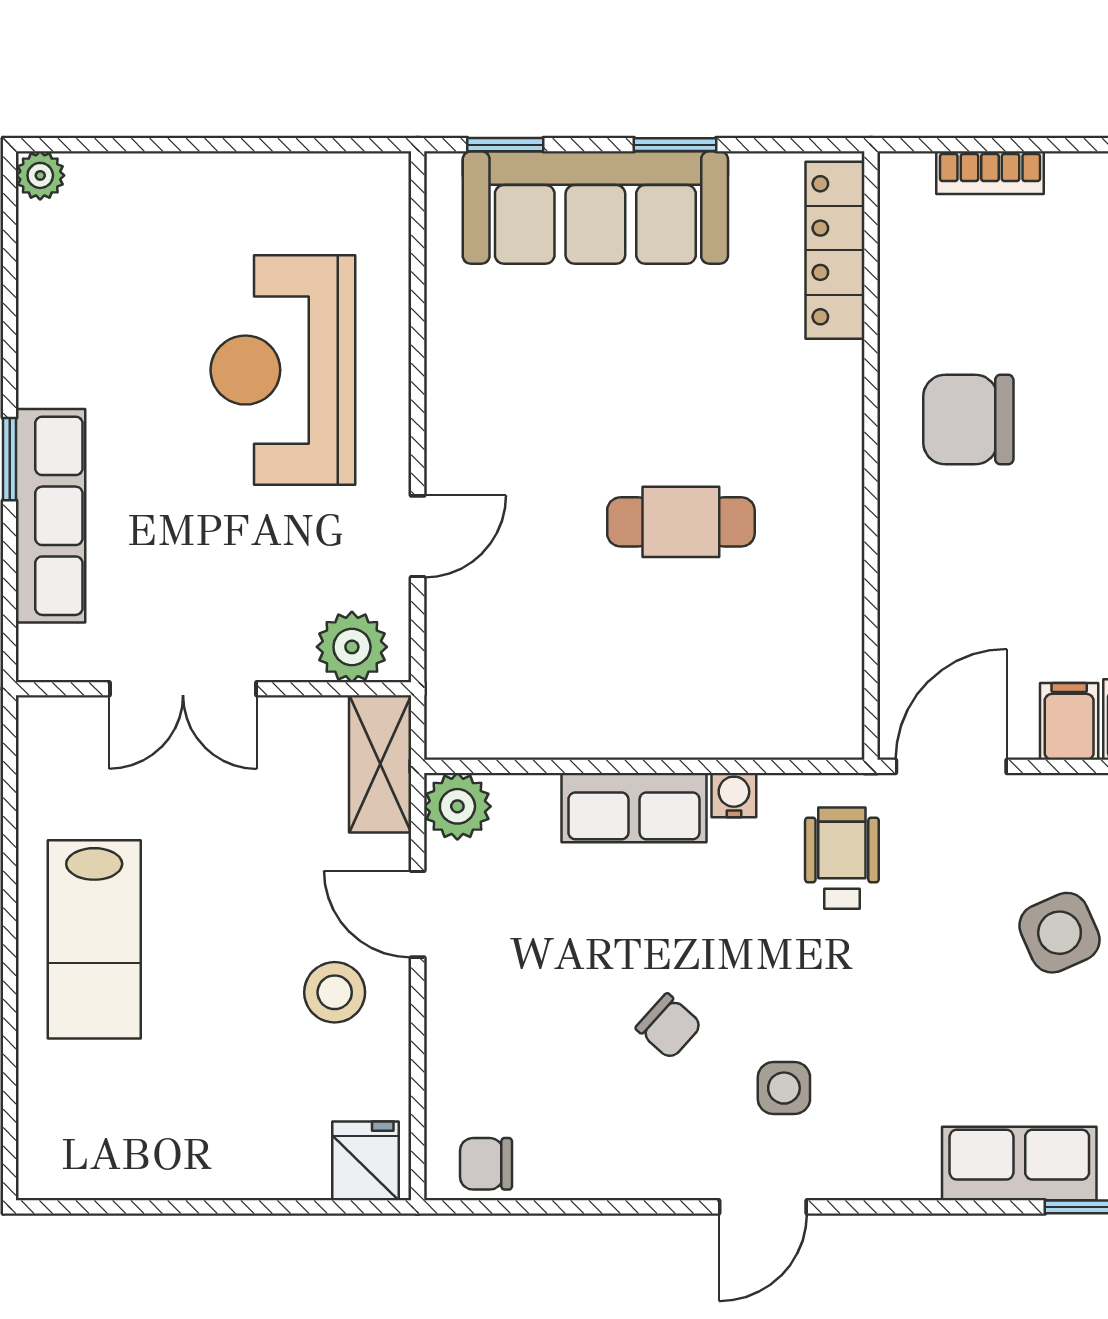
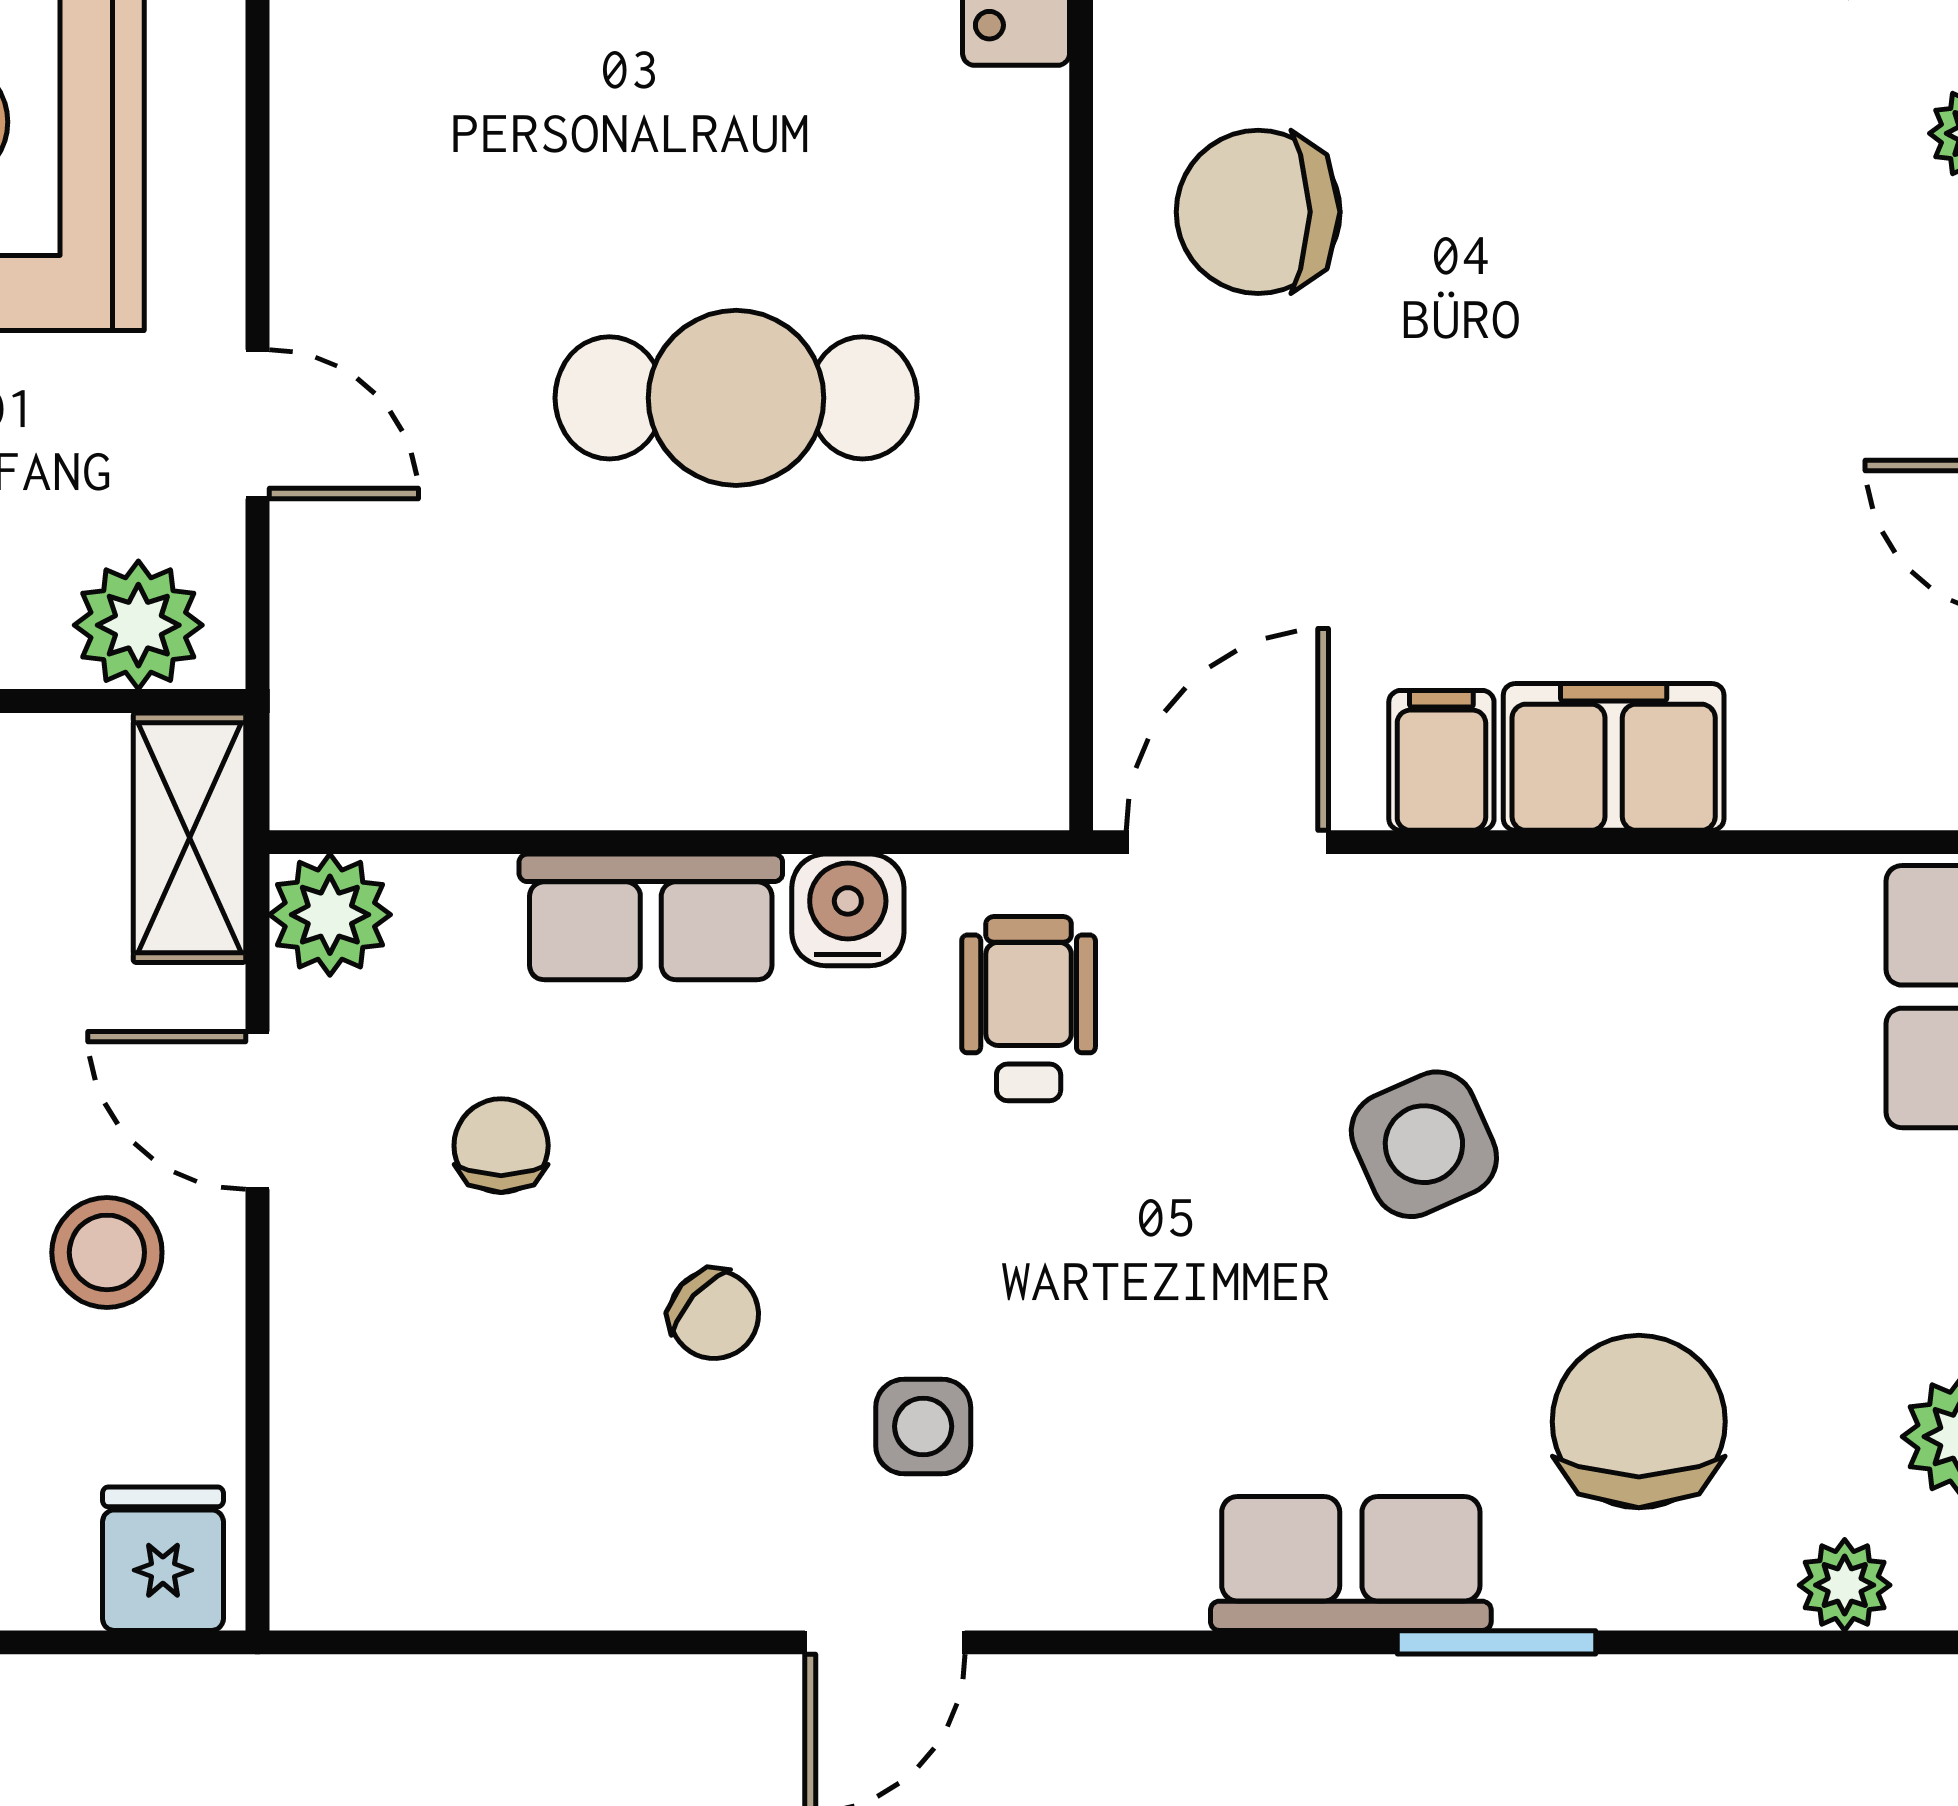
cafe table: (681, 522) -> (736, 398), width x1.37, depth x1.35
door: (418, 536) -> (257, 424), hinge flipped
water cooler: (734, 795) -> (848, 910), width x1.38, depth x1.38
chair: (486, 1164) -> (501, 1146), moved, turned 90

